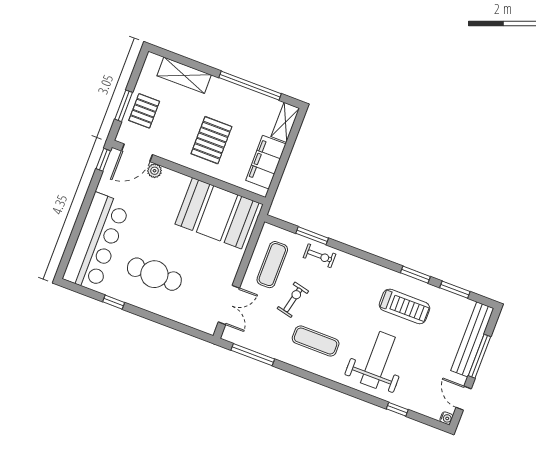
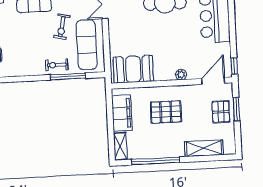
pallet: (211, 140) -> (166, 112), turned 90
plant: (155, 171) -> (181, 75), moved
booth: (217, 213) -> (133, 69), width x0.73, depth x0.70
window: (312, 236) -> (68, 77), width x1.44
exercise mat: (272, 265) -> (87, 45), width x1.36, depth x1.45

